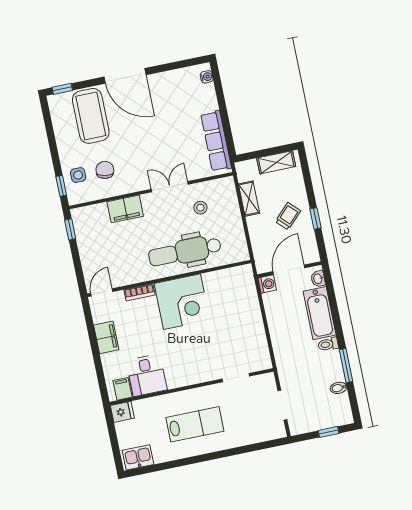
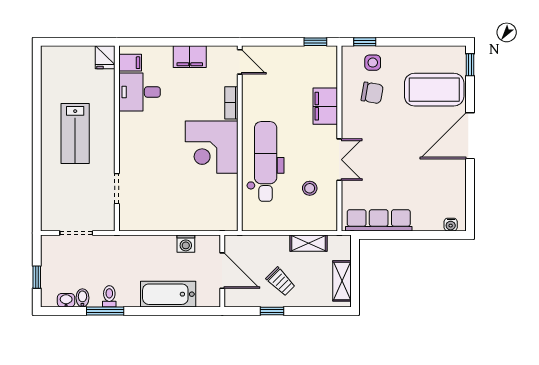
washbasin: (318, 279) -> (66, 300), moved
washing machine: (267, 284) -> (186, 244), moved
toilet: (328, 344) -> (109, 296), moved
kitchen sink: (138, 457) -> (52, 64), removed

